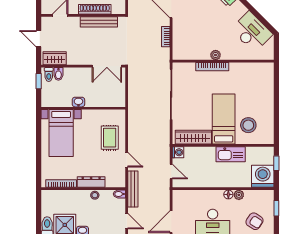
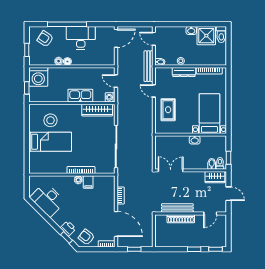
filing cabinet: (204, 52) -> (88, 182), added
bed: (224, 119) -> (50, 142), moved, turned -90
kitchen sink: (231, 154) -> (80, 96), moved

